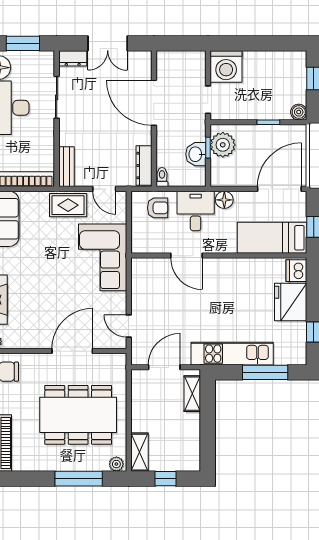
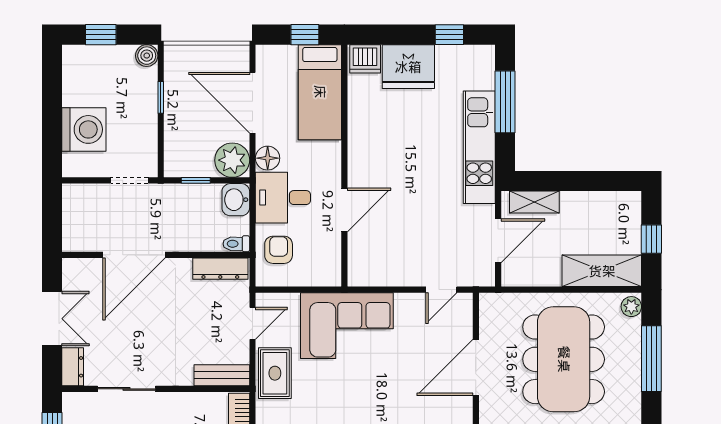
washing machine: (226, 66) -> (84, 129), moved
plant: (223, 145) -> (232, 160), moved
washbasin: (196, 154) -> (236, 200), moved, turned 90
door: (279, 189) -> (253, 103), moved
door: (72, 351) -> (476, 367), hinge flipped
door: (164, 367) -> (498, 241), swing flipped
shelving: (140, 452) -> (602, 271), width x1.50, depth x1.33

